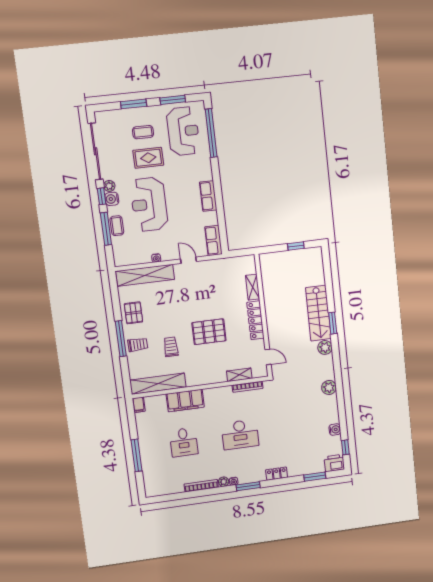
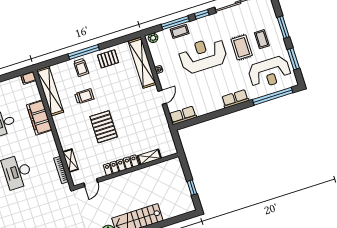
plant: (109, 186) -> (153, 38), moved
row of seats: (208, 196) -> (235, 99), moved
water cooler: (112, 199) -> (201, 23), removed

